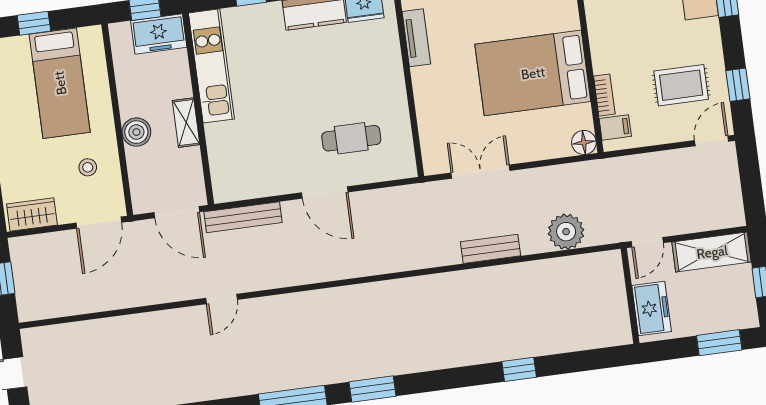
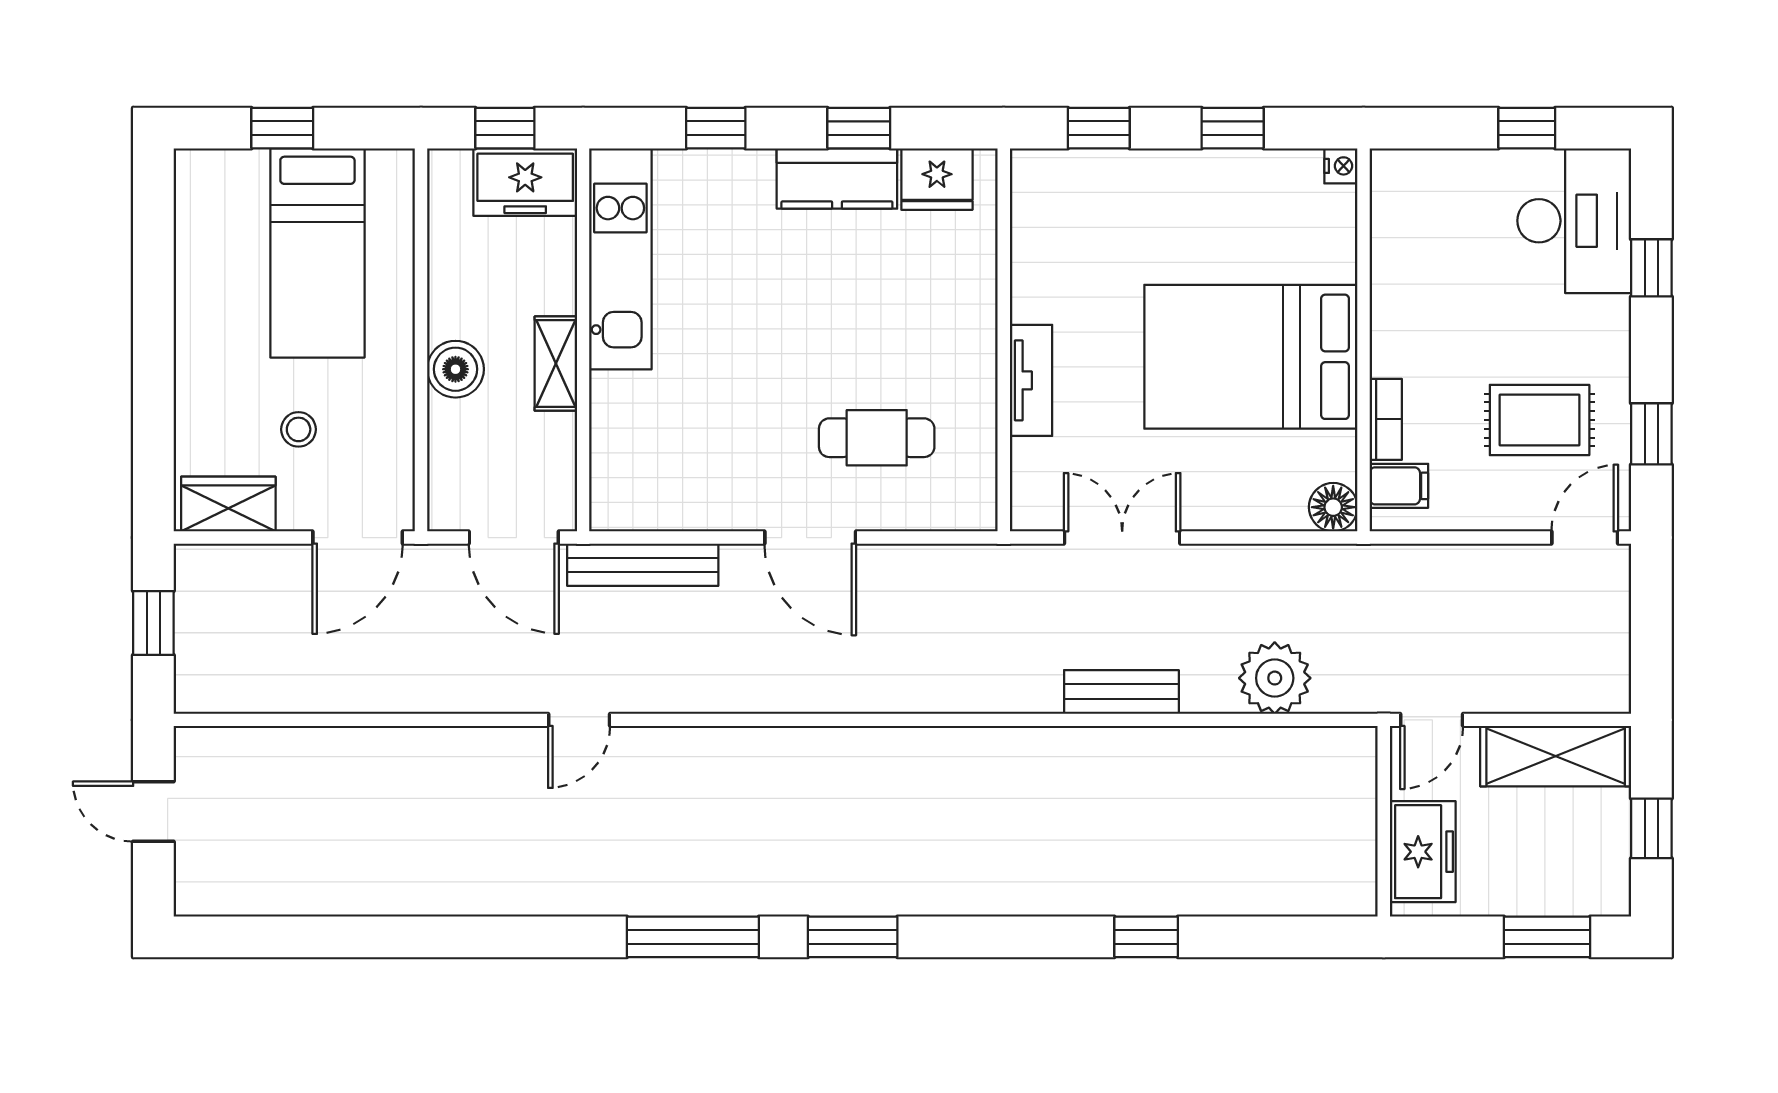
tv unit: (416, 38) -> (1031, 380), moved
stool: (88, 167) -> (299, 429), moved

